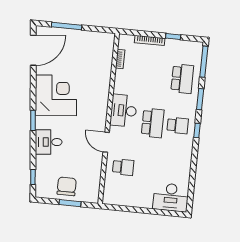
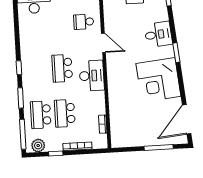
plant: (190, 48) -> (38, 146), added
school desk: (178, 125) -> (65, 113), moved, width x1.85

